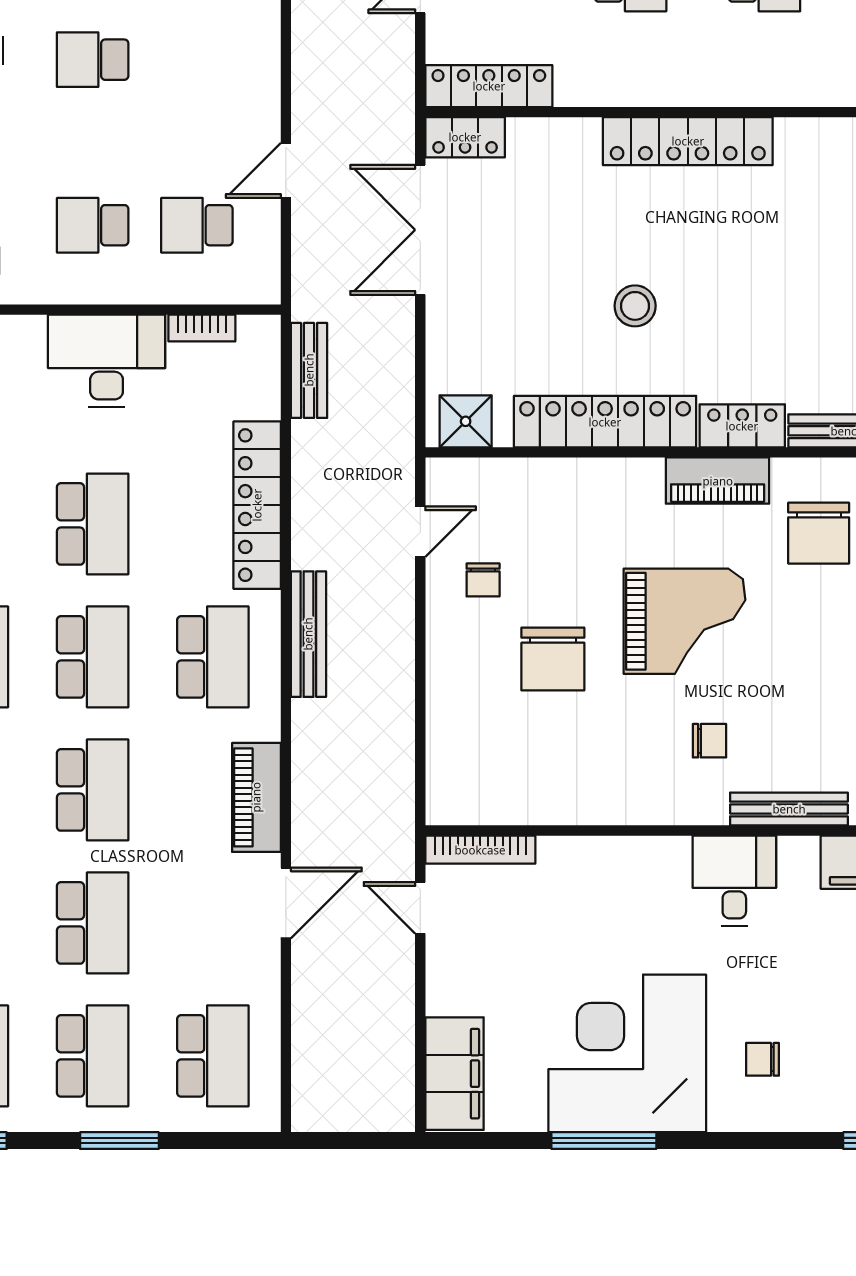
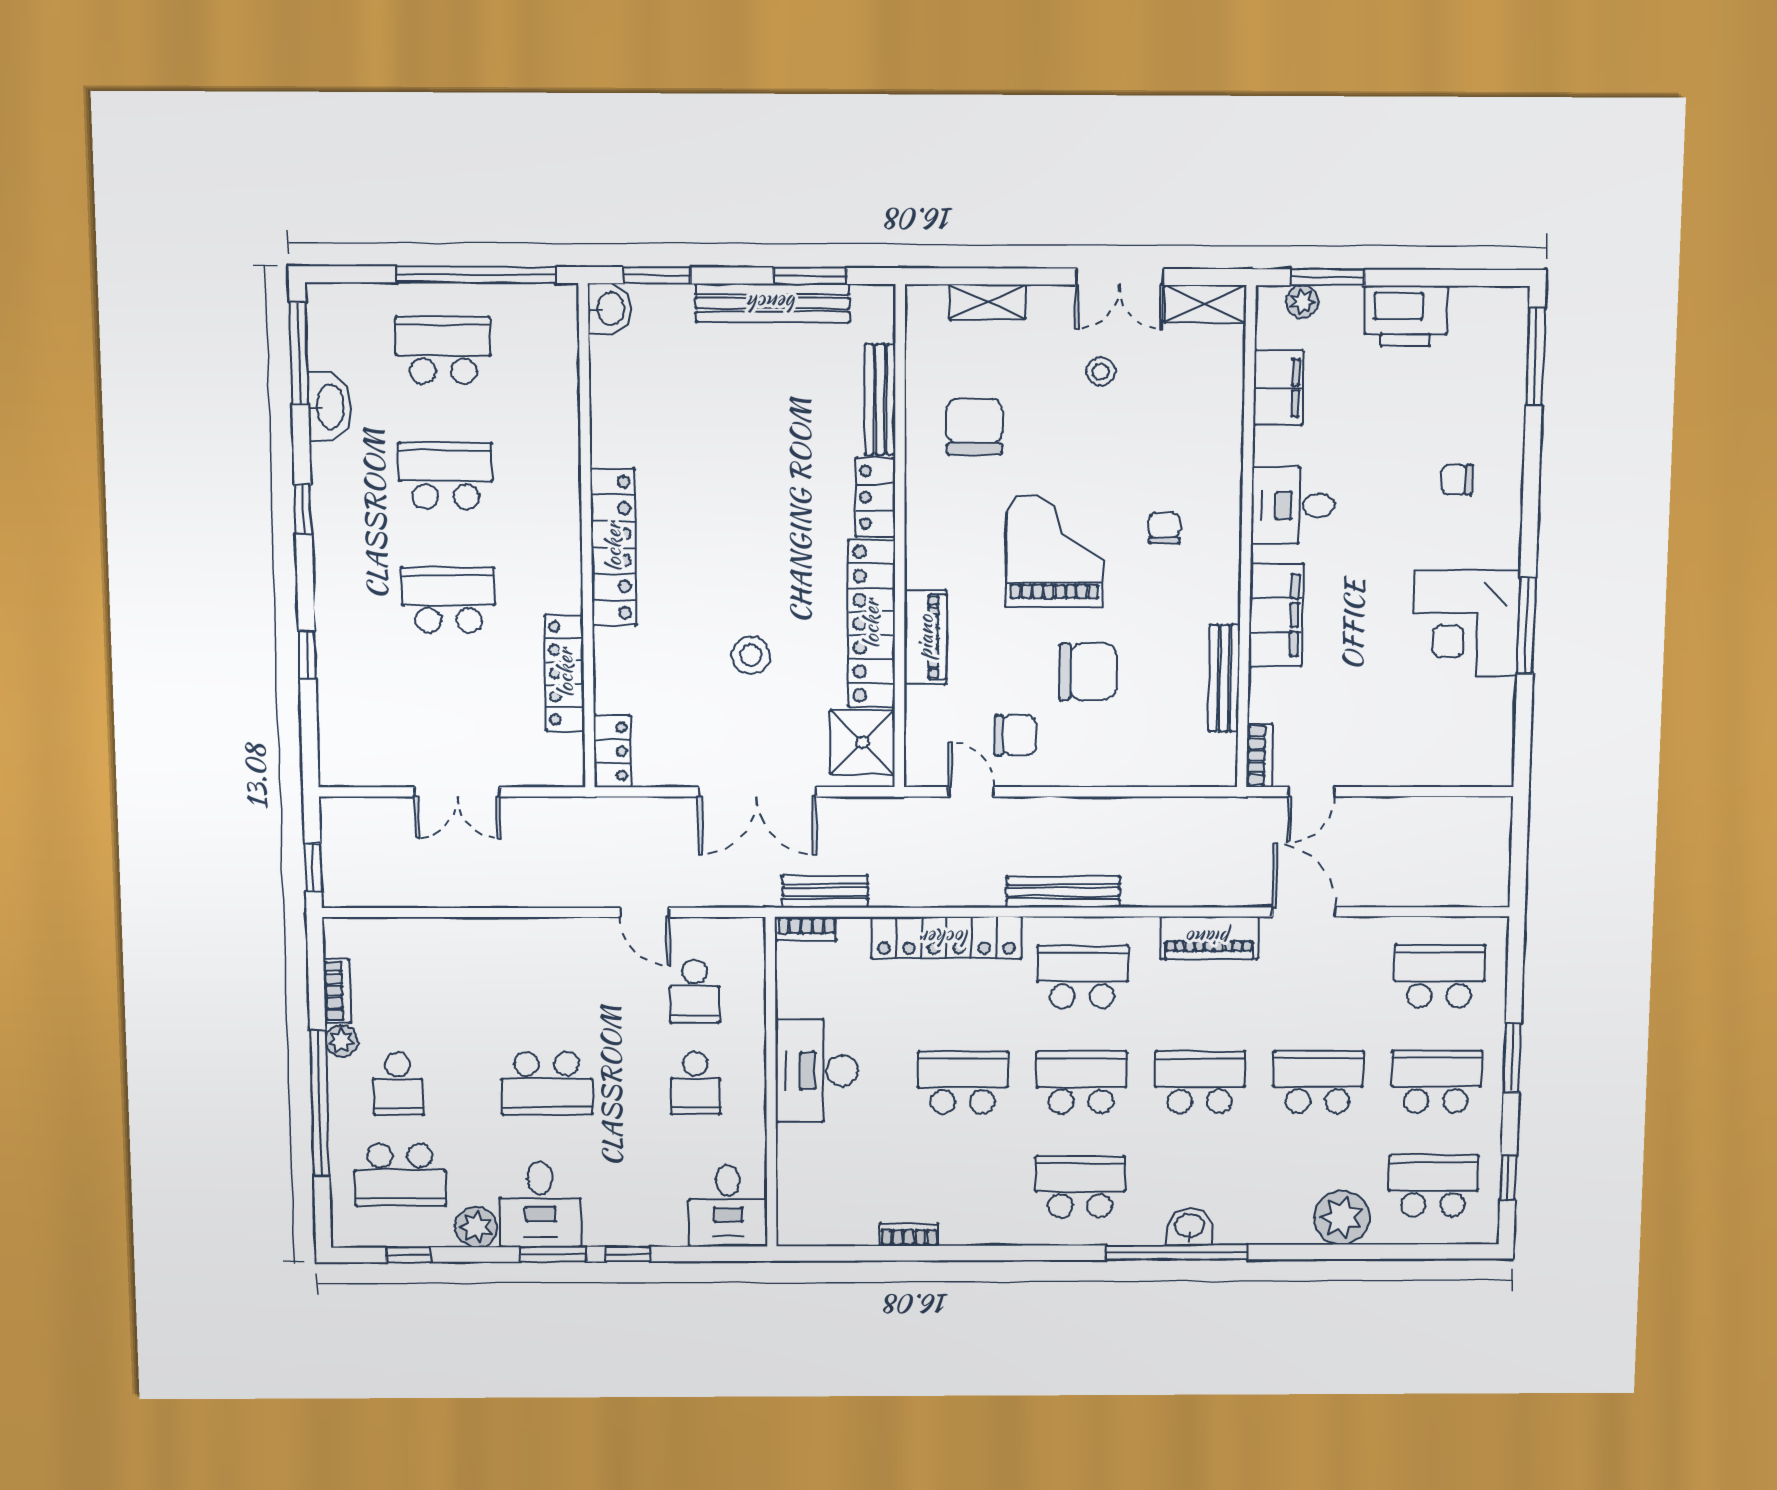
school desk: (93, 60) -> (547, 1083), width x1.85
locker: (489, 86) -> (565, 673), moved
double door: (420, 230) -> (757, 792), moved
stool: (635, 306) -> (751, 655), moved
bookcase: (202, 328) -> (806, 929), moved, turned 90
shower: (466, 421) -> (863, 742), width x1.36, depth x1.36
piano: (718, 481) -> (925, 637), moved
chair: (819, 533) -> (974, 426), turned -90
chair: (483, 580) -> (1015, 735), width x1.37, depth x1.37
bench: (789, 809) -> (1224, 678), moved
bookcase: (480, 850) -> (1260, 755), width x0.64
corner desk: (627, 1053) -> (1466, 623), width x0.74, depth x0.74
chair: (763, 1059) -> (1457, 480), turned 90
filing cabinet: (454, 1074) -> (1276, 615), moved, turned 90

